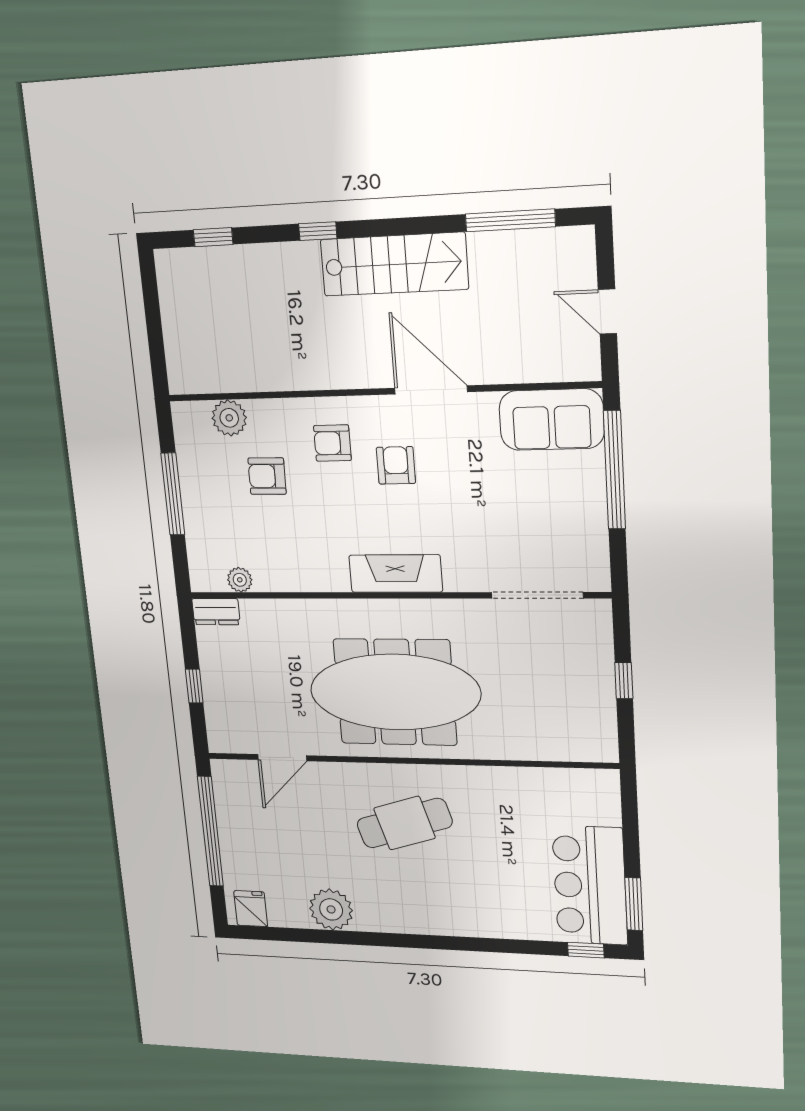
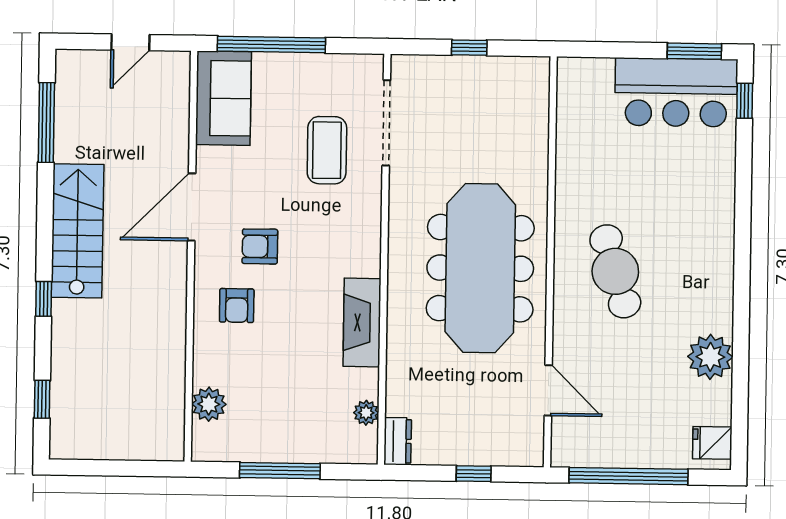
armchair: (267, 476) -> (266, 373), removed
coffee table: (504, 533) -> (327, 150), added
fireplace: (396, 574) -> (362, 323), moved

